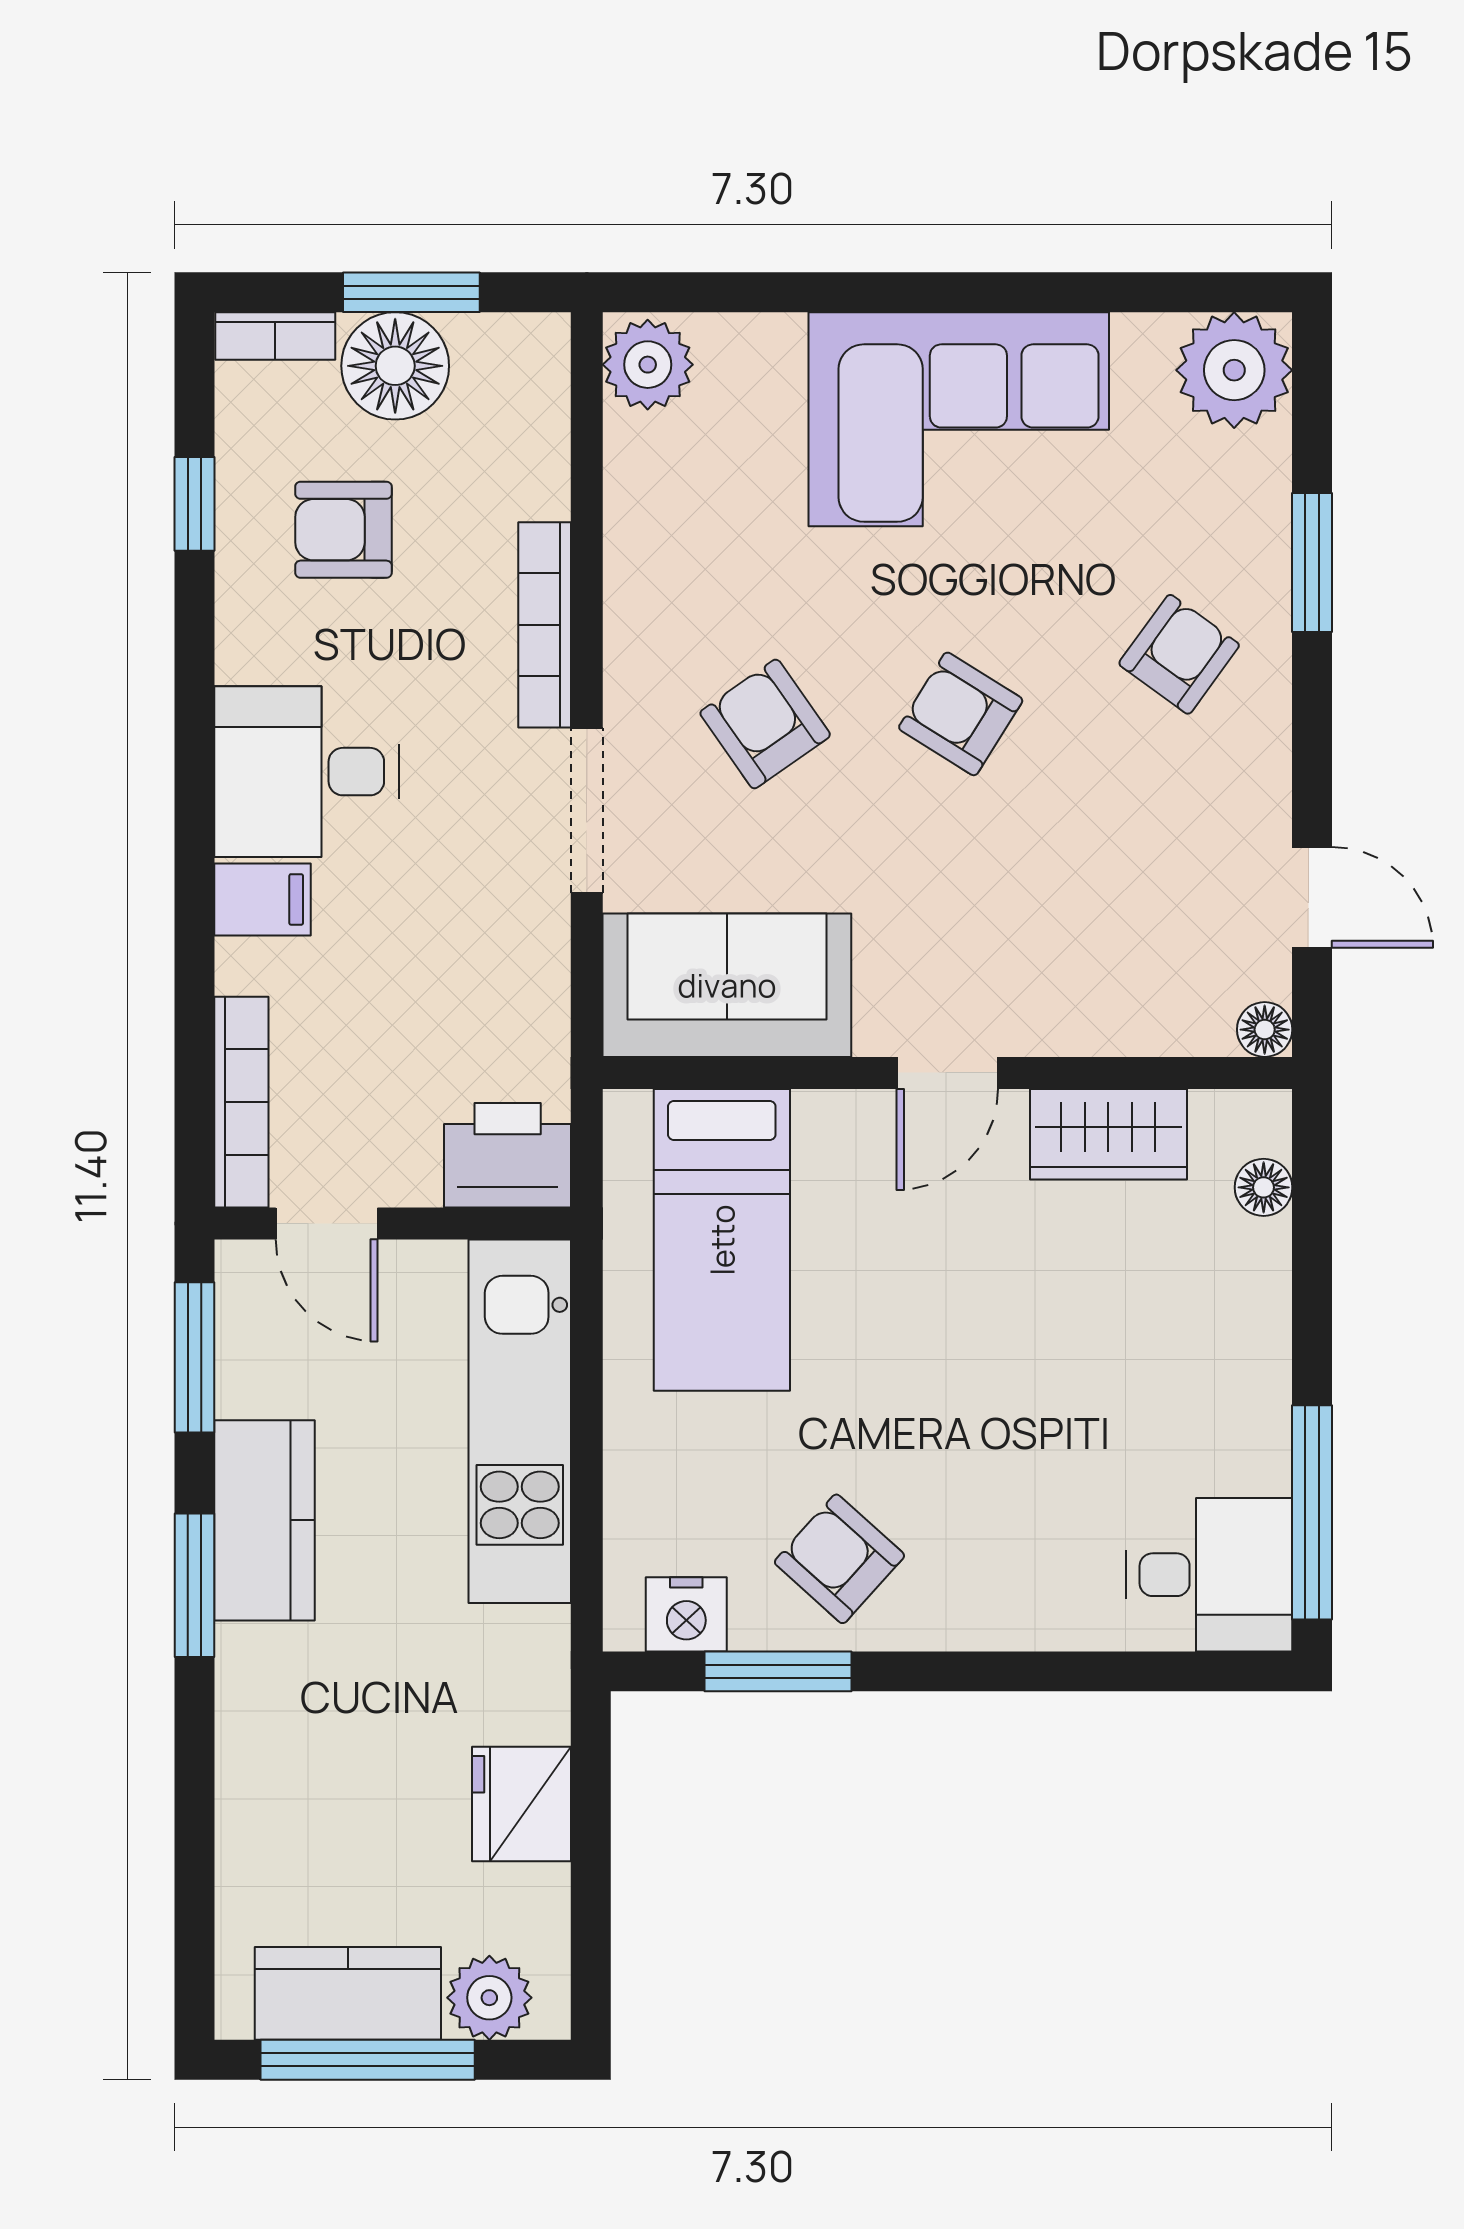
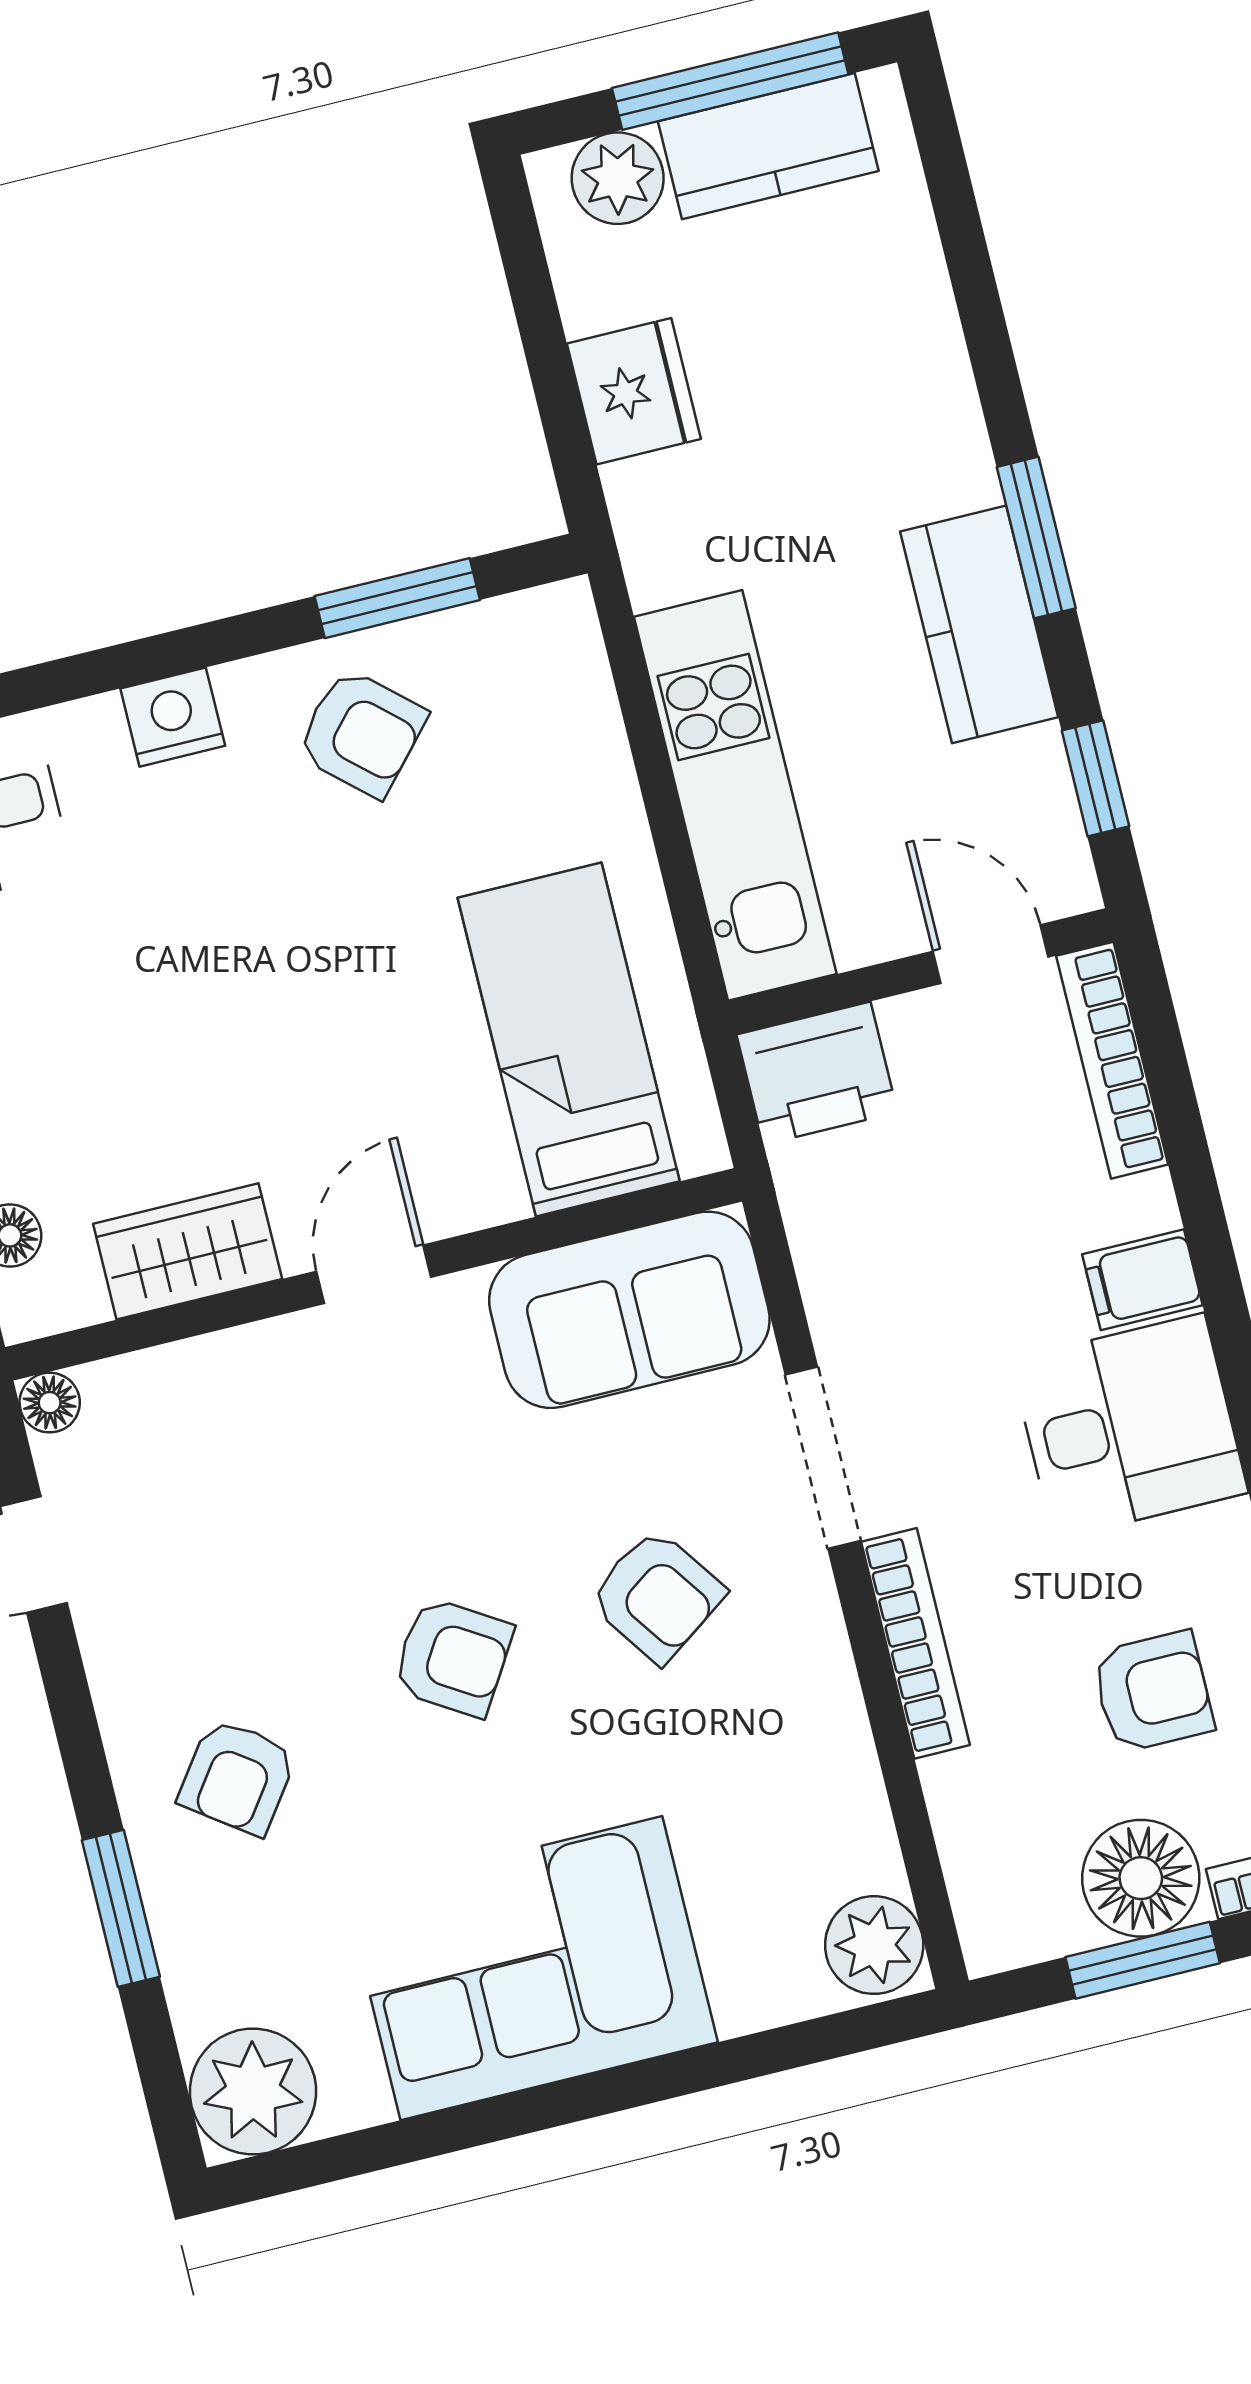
window: (195, 1357) -> (1095, 778), width x0.67
nightstand: (686, 1614) -> (173, 717), moved

